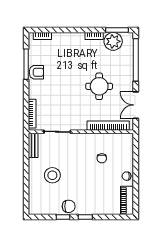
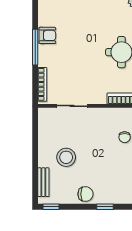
window: (26, 64) -> (35, 47), moved
bench: (33, 145) -> (43, 182), moved
window: (63, 217) -> (51, 207), moved

